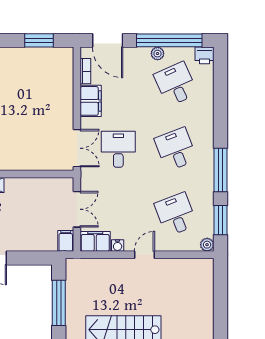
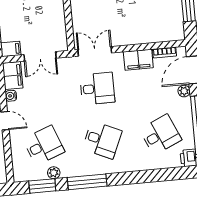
plant: (158, 54) -> (184, 91), moved
double door: (77, 148) -> (95, 51), swing flipped
desk: (176, 149) -> (102, 140), turned 45
plant: (207, 245) -> (54, 173), moved

